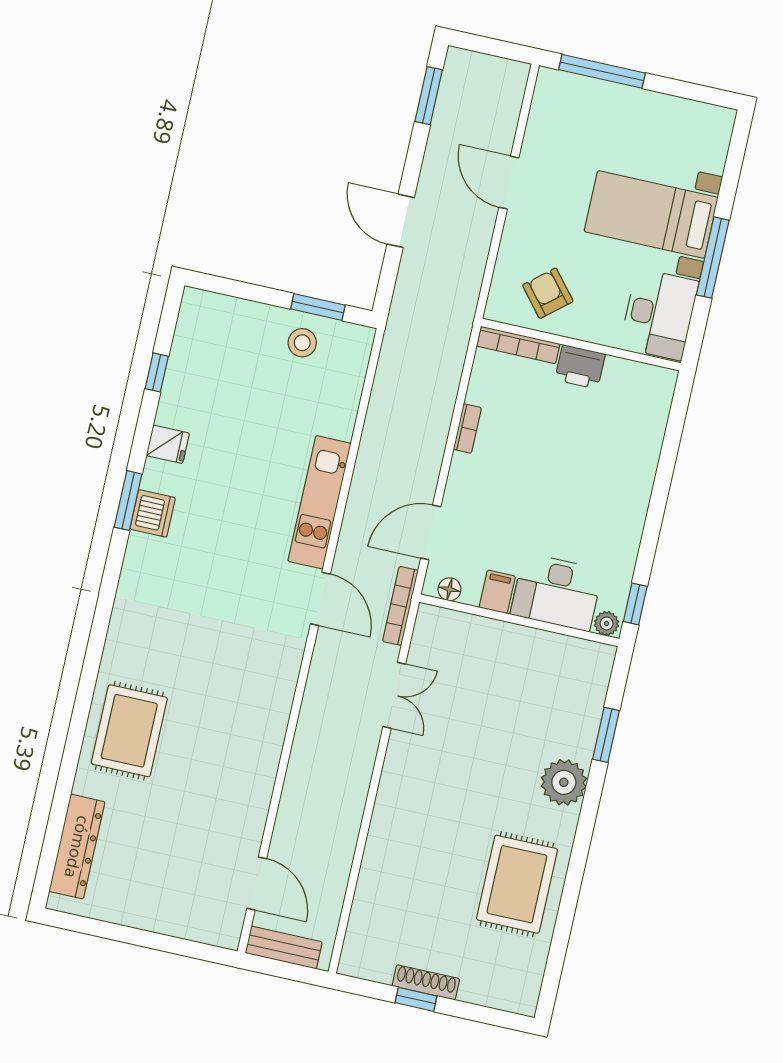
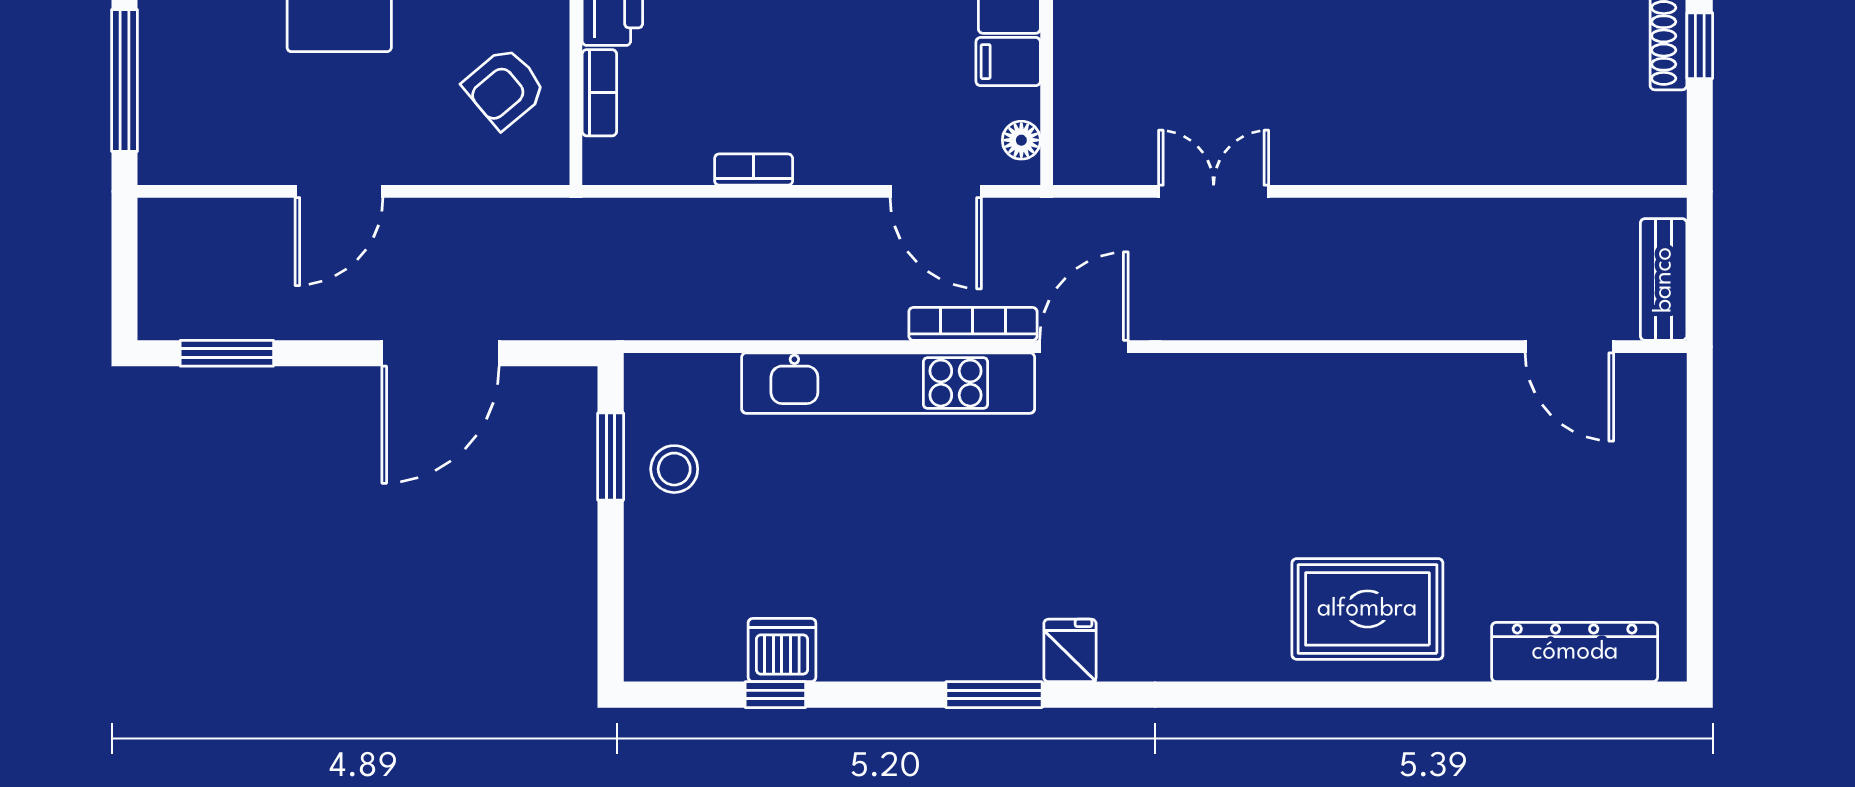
door: (401, 221) -> (440, 353), width x1.36
bookcase: (518, 345) -> (599, 93), width x0.64
fridge: (168, 444) -> (1070, 650), moved
kitchen unit: (319, 502) -> (888, 383), width x1.36
dishwasher: (153, 513) -> (782, 650), moved
bookcase: (400, 606) -> (973, 324), moved, turned 180
door: (257, 884) -> (1569, 347), swing flipped

